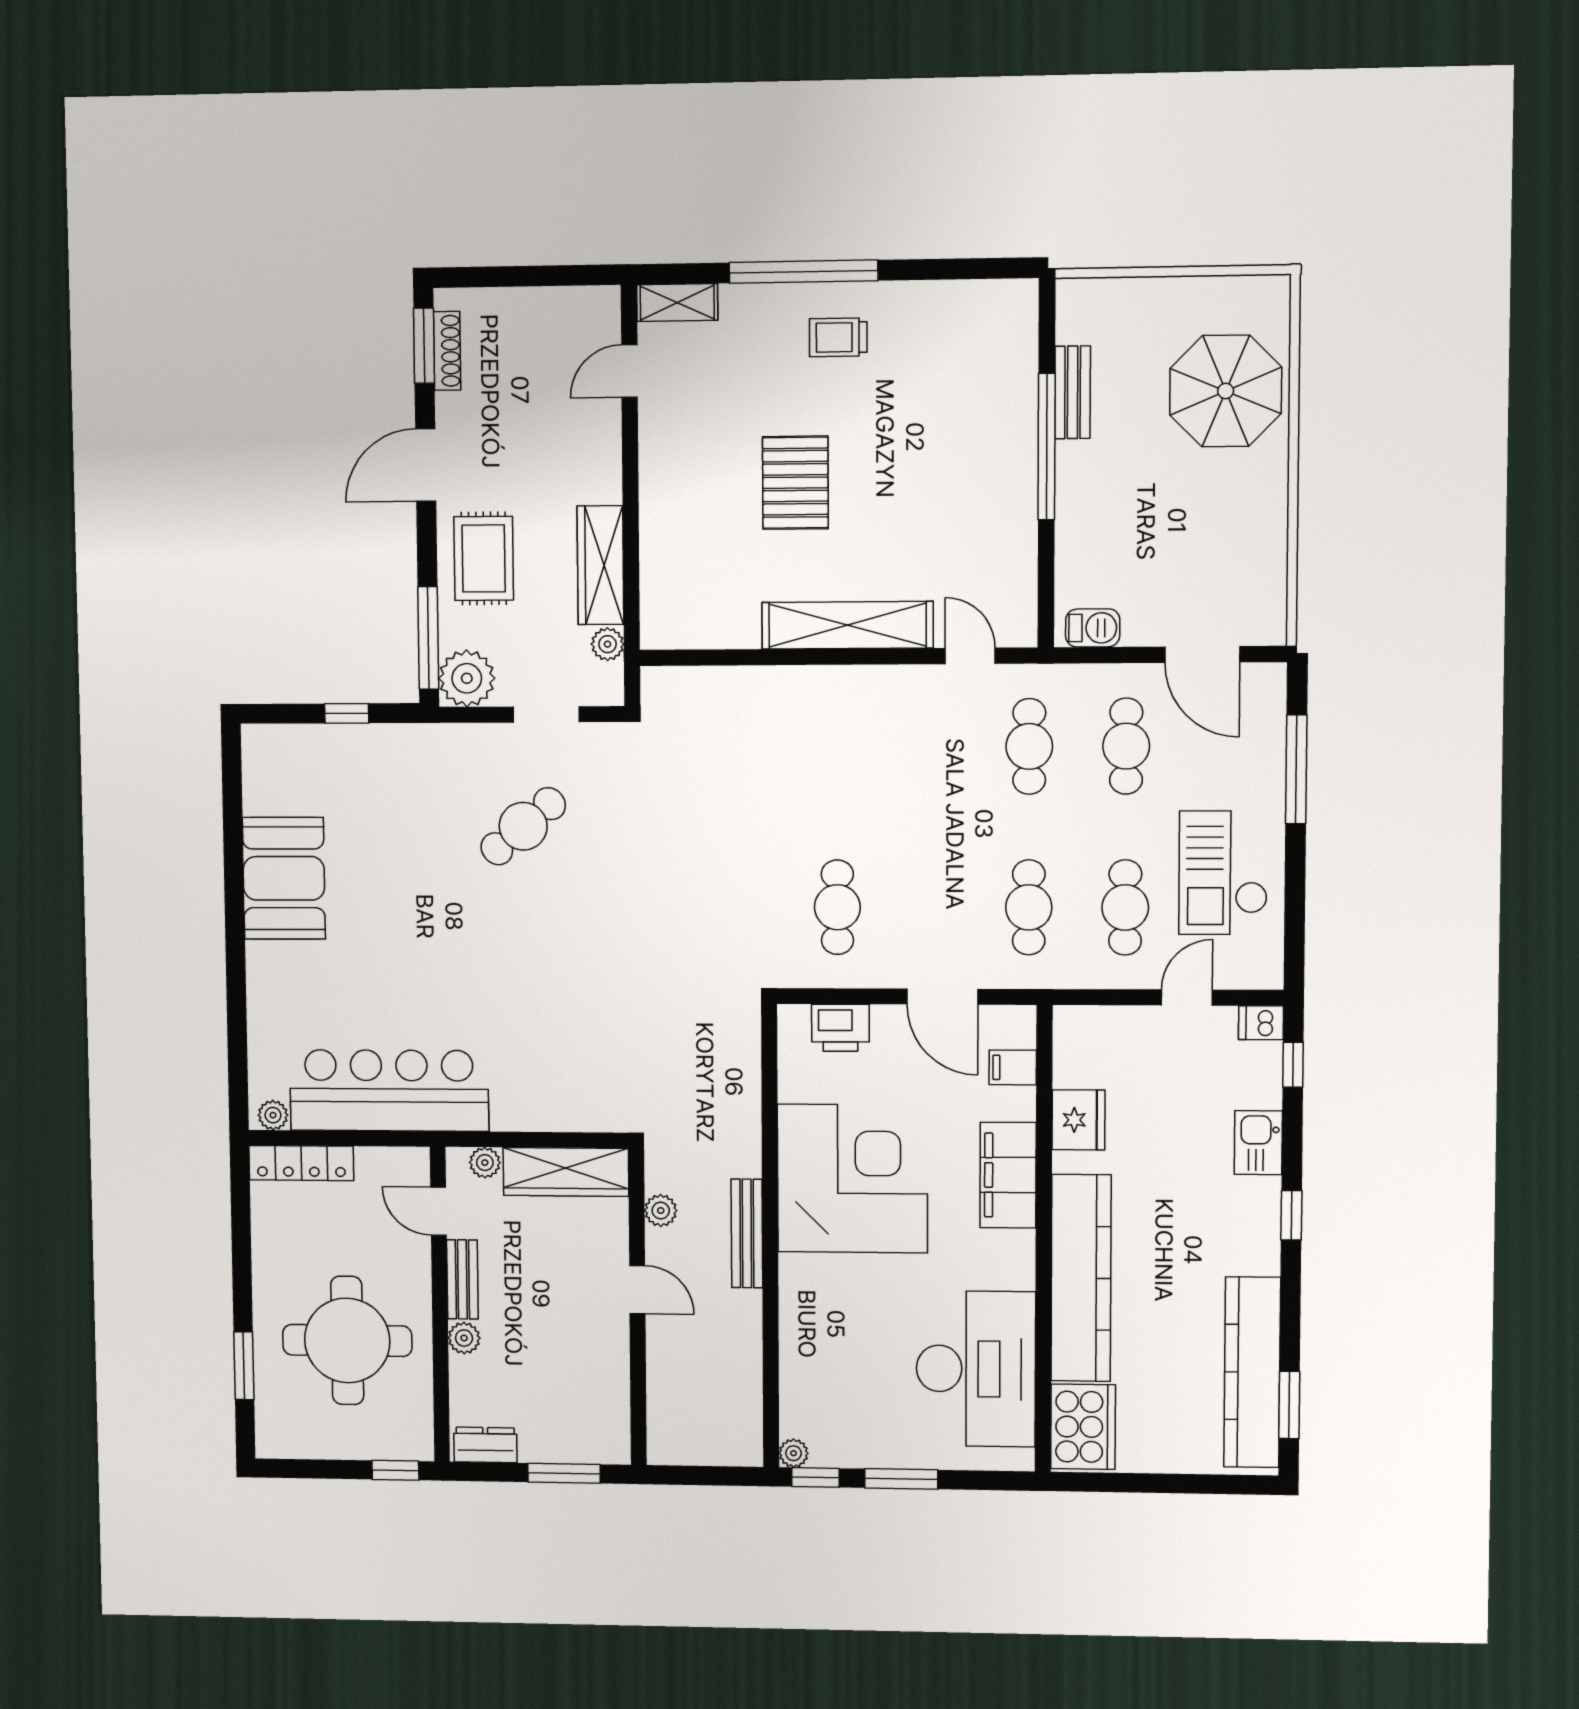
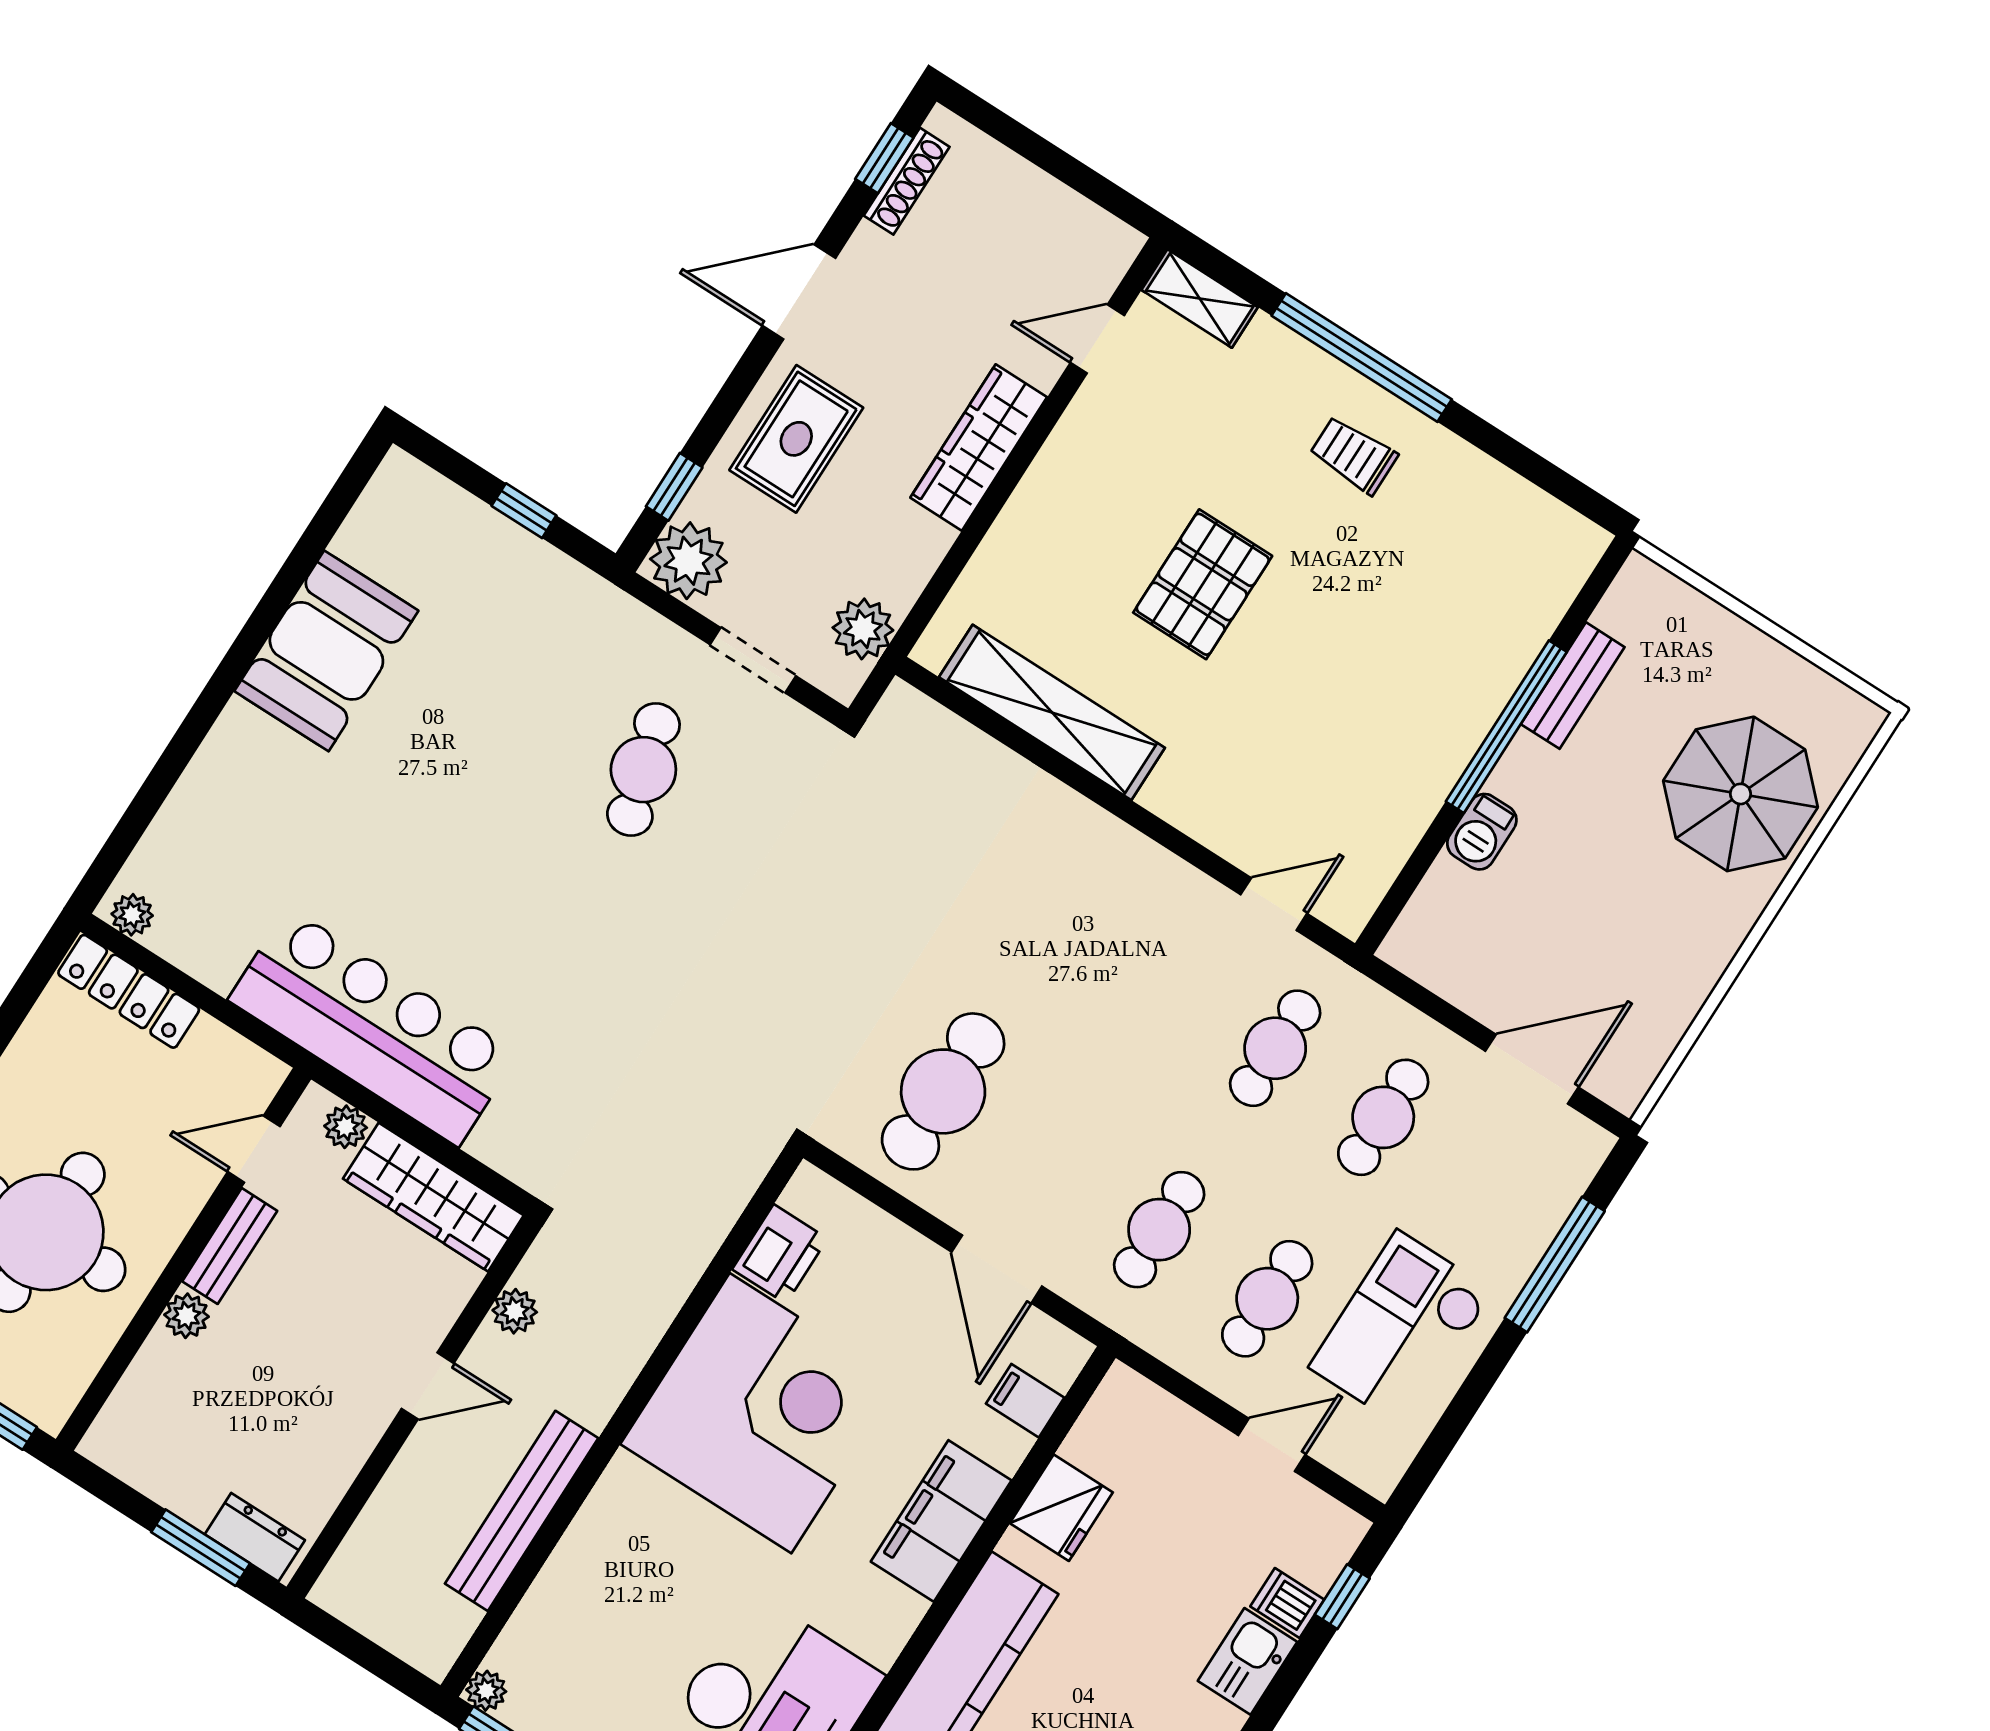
window: (424, 346) -> (884, 158), width x0.67
wardrobe: (601, 565) -> (979, 447), moved
shelving: (847, 625) -> (1052, 712), moved
barbecue: (1093, 628) -> (1482, 832), moved, turned 90
window: (428, 638) -> (674, 487), width x0.46
plant: (608, 644) -> (863, 629), width x1.38, depth x1.38
door: (1202, 654) -> (1532, 1069), swing flipped
door: (970, 656) -> (1274, 904), hinge flipped
cafe table: (523, 826) -> (643, 770), turned -66
cafe table: (837, 907) -> (943, 1091), width x1.37, depth x1.35
dishwasher: (1261, 1023) -> (1287, 1603), moved
printer: (840, 1028) -> (780, 1254), moved, turned -90
bar counter: (389, 1090) -> (373, 1027), moved
door: (439, 1211) -> (254, 1149), hinge flipped
bench: (747, 1233) -> (522, 1511), moved, width x1.37, depth x1.21
door: (637, 1290) -> (428, 1386), hinge flipped
dresser: (485, 1445) -> (255, 1537), moved

